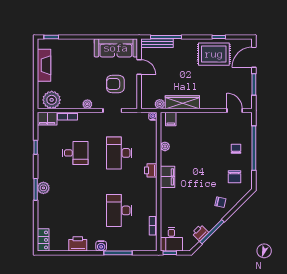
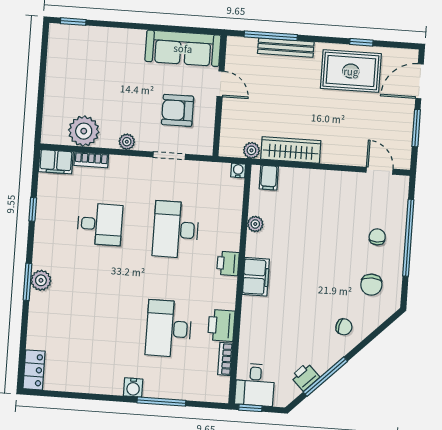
bench: (157, 43) -> (286, 48), moved
fireplace: (44, 65) -> (57, 69), removed
plant: (52, 100) -> (84, 131), moved
printer: (78, 244) -> (221, 325), moved, turned -90

